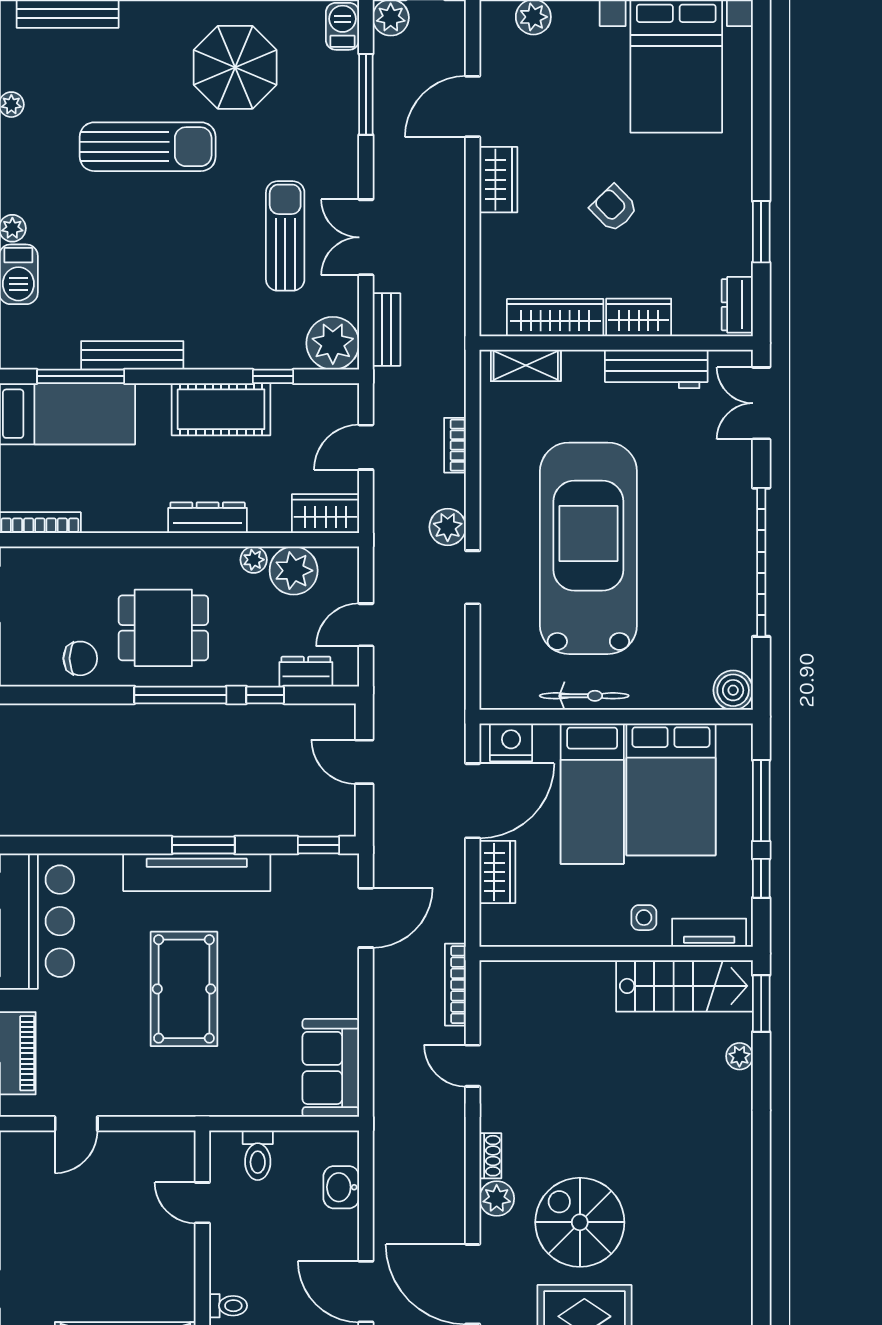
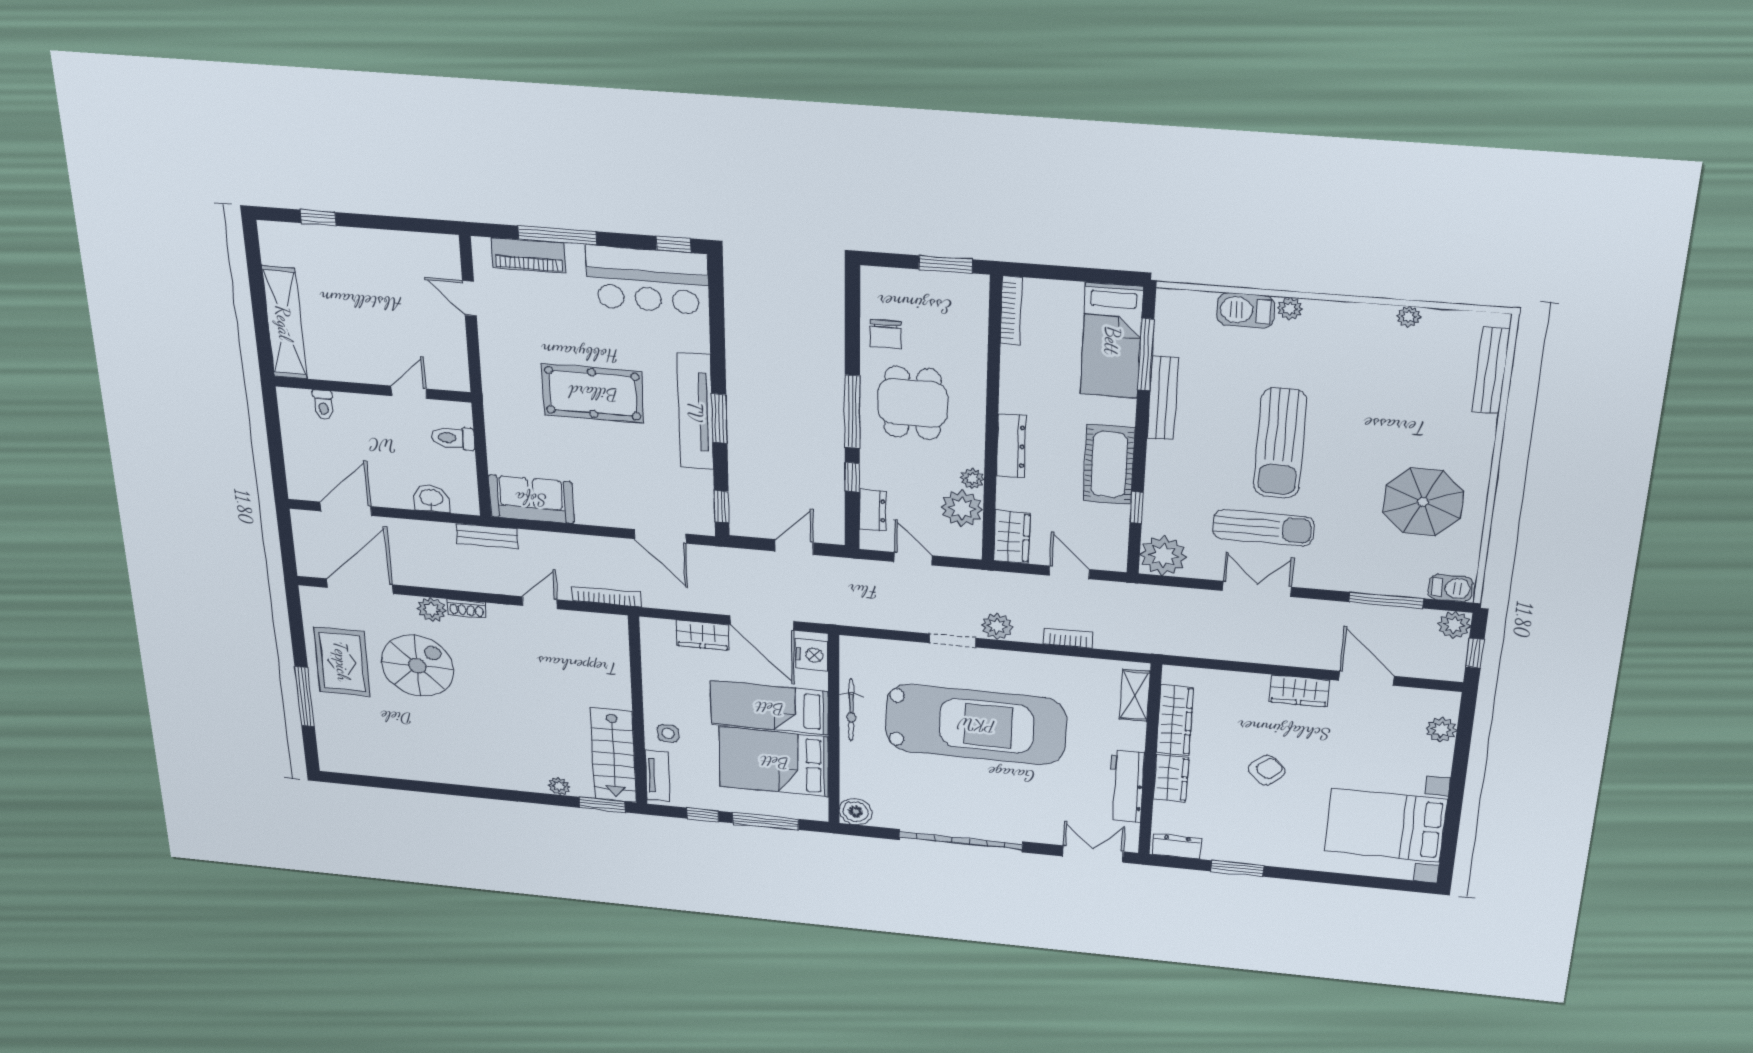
sun lounger: (148, 147) -> (1280, 443), moved
bench: (386, 329) -> (487, 536), moved

